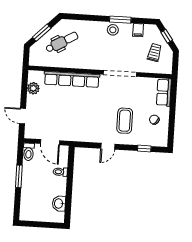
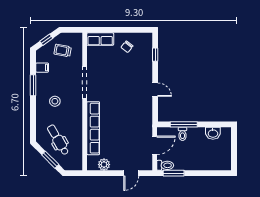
stool: (113, 30) -> (55, 101), moved
coffee table: (125, 121) -> (130, 75), removed
window: (70, 174) -> (184, 124), added
window: (19, 176) -> (174, 173), moved

